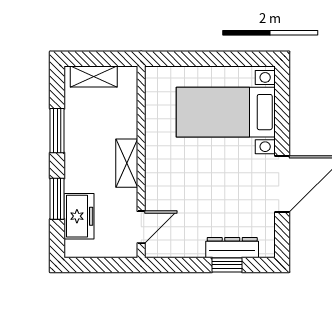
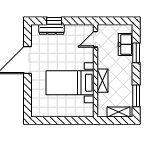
bed with nightstands: (226, 112) -> (70, 83), moved, turned 180
window: (57, 131) -> (136, 96), moved
shelving: (127, 163) -> (103, 81), moved

